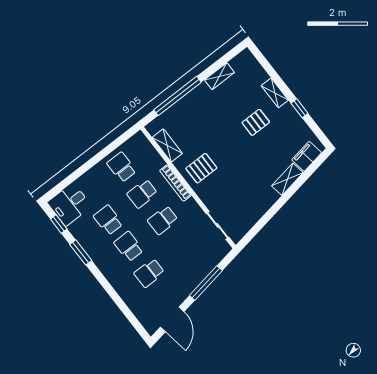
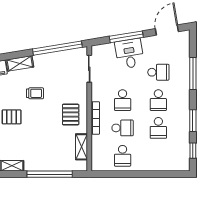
trolley: (251, 162) -> (35, 93), added
pallet: (201, 168) -> (71, 115), turned 90
desk: (69, 204) -> (129, 54), moved, turned -99
school desk: (163, 220) -> (123, 100), turned 90
window: (263, 222) -> (57, 48), added
window: (115, 297) -> (193, 74), added

